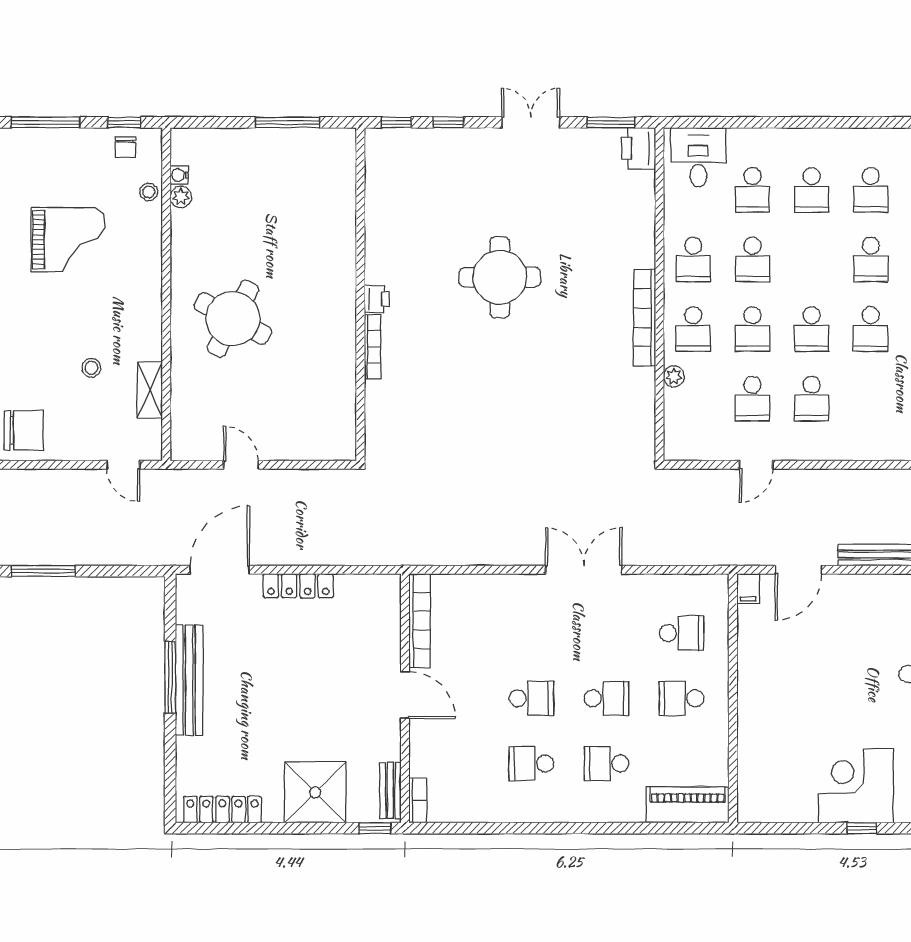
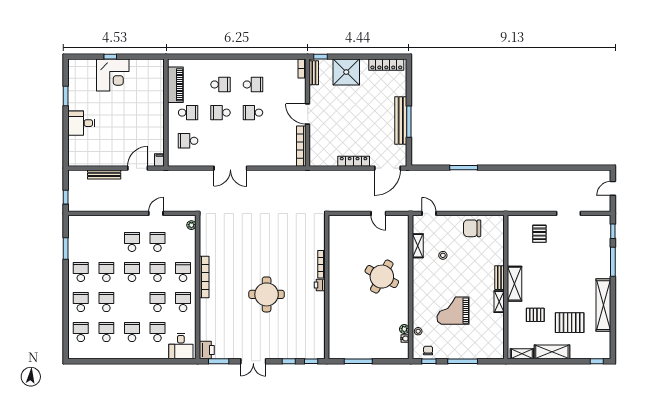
plant: (674, 376) -> (191, 225), moved
piano: (688, 805) -> (175, 85), moved, turned -90

